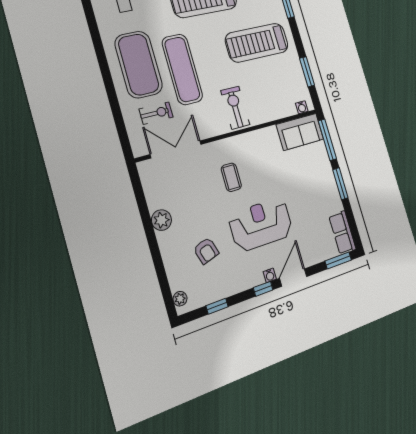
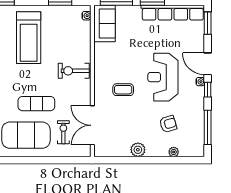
exercise mat: (182, 69) -> (36, 104), width x0.73, depth x0.69
row of seats: (342, 233) -> (173, 13), width x2.02
plant: (180, 299) -> (174, 152), moved
window: (217, 306) -> (208, 127), width x2.17

